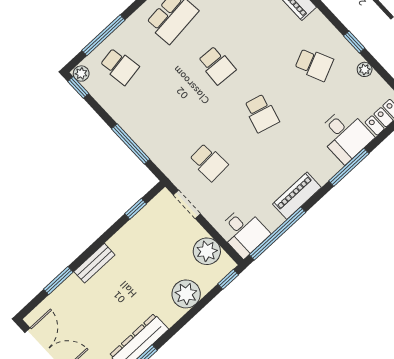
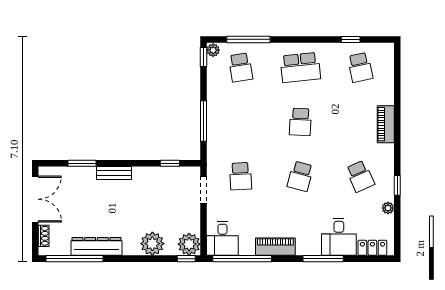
plant: (207, 251) -> (189, 244), moved

